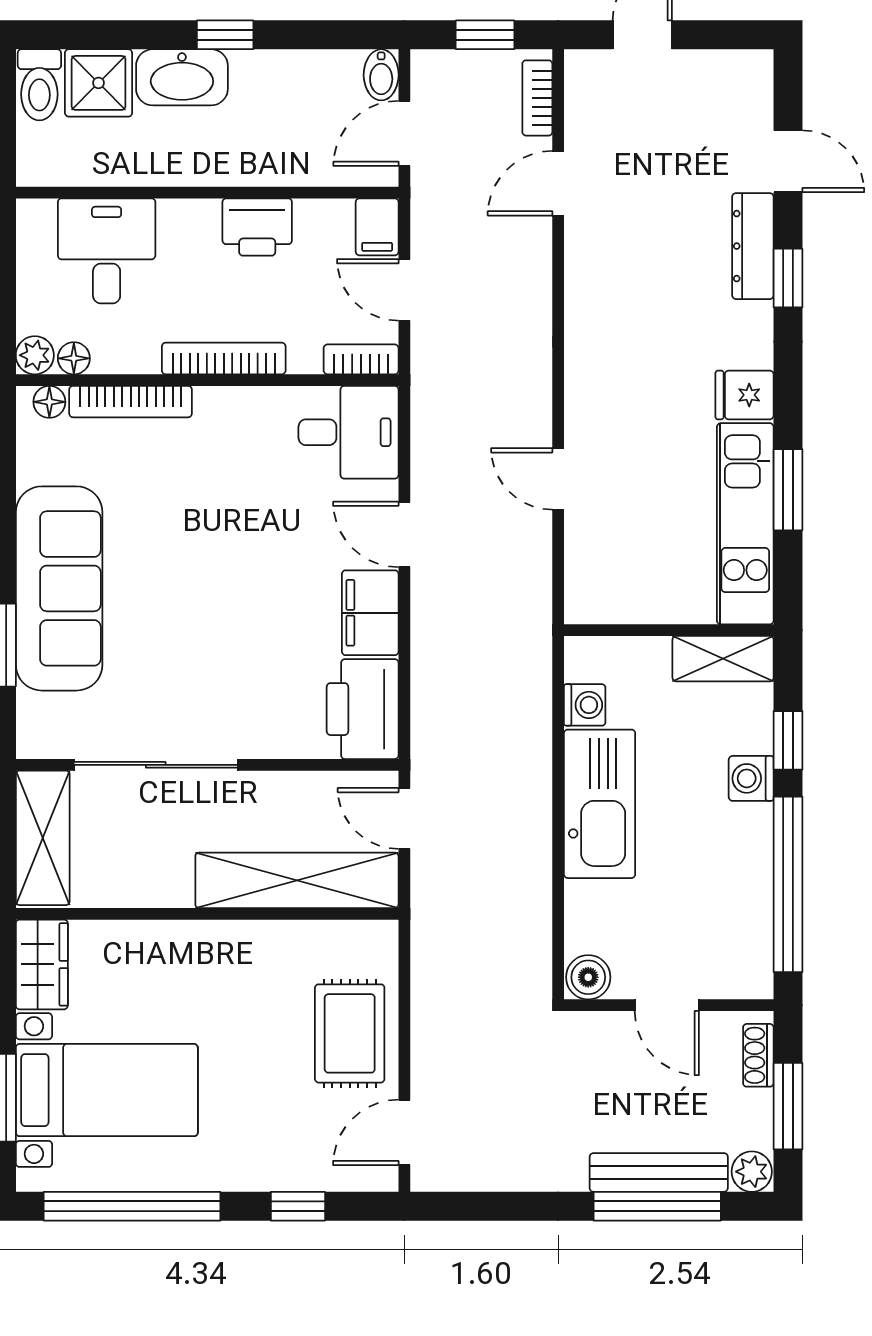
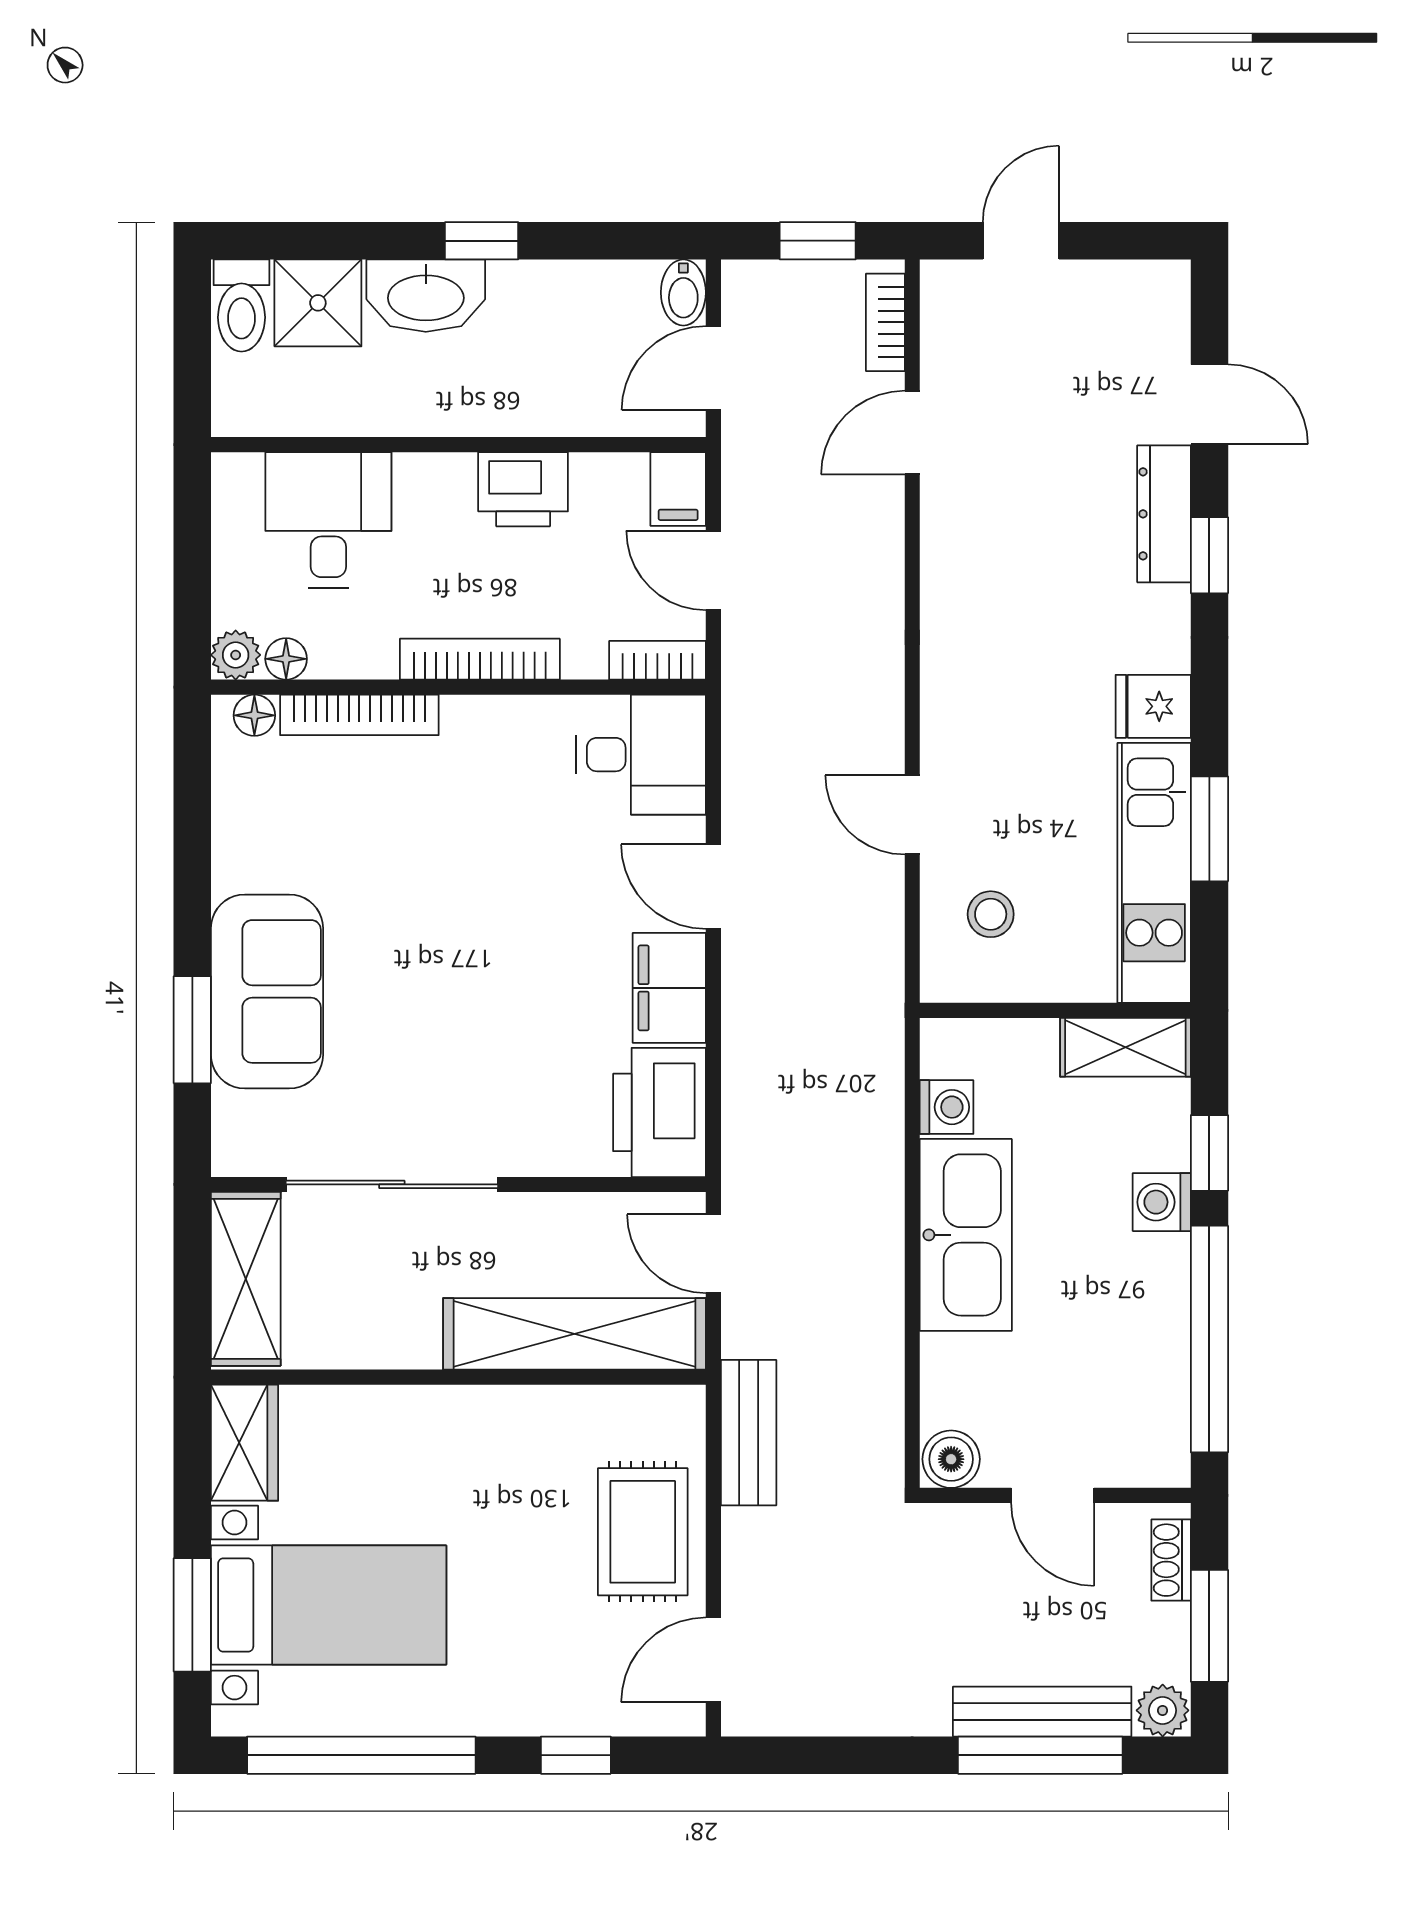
stool: (619, 556) -> (991, 914), added
sofa: (59, 588) -> (267, 991), width x0.73
bench: (432, 957) -> (749, 1433), added

